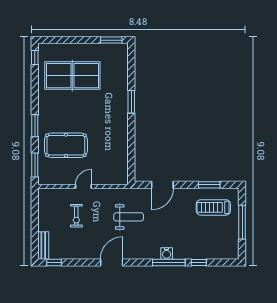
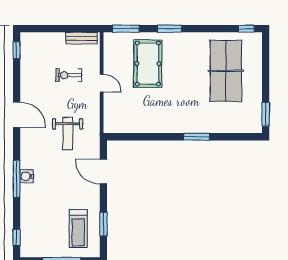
treadmill: (213, 207) -> (78, 229), turned 180
bench: (43, 245) -> (82, 38), moved
window: (199, 262) -> (17, 238), moved

